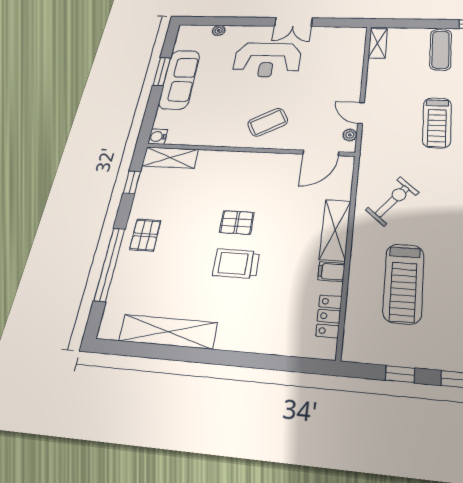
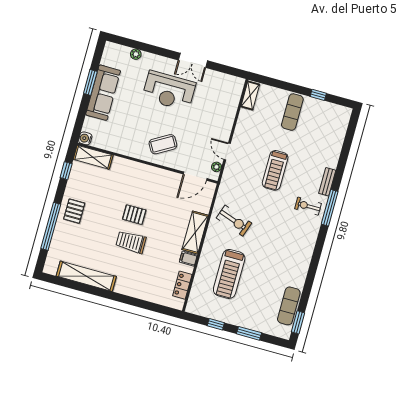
exercise bike: (392, 201) -> (234, 221), turned 69

